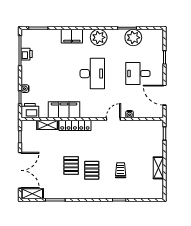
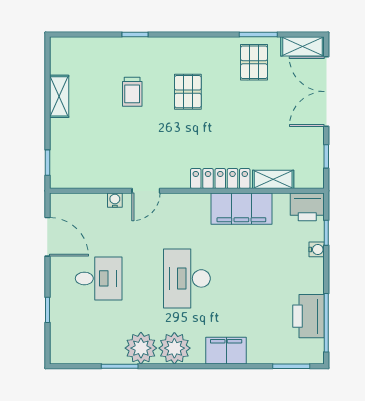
plant: (133, 38) -> (141, 348), moved
printer: (27, 54) -> (308, 316), width x1.87, depth x1.48
pallet: (71, 166) -> (254, 62), moved

